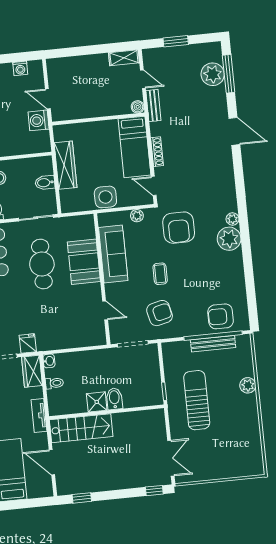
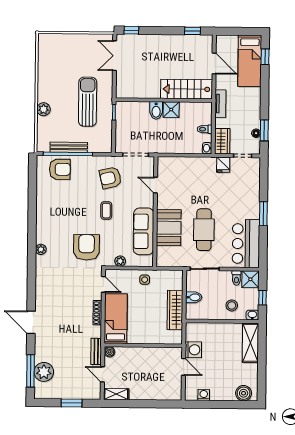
side table: (105, 197) -> (145, 280), width x0.54, depth x0.54
plant: (229, 239) -> (45, 233), removed
sun lounger: (197, 400) -> (88, 102), turned 180

